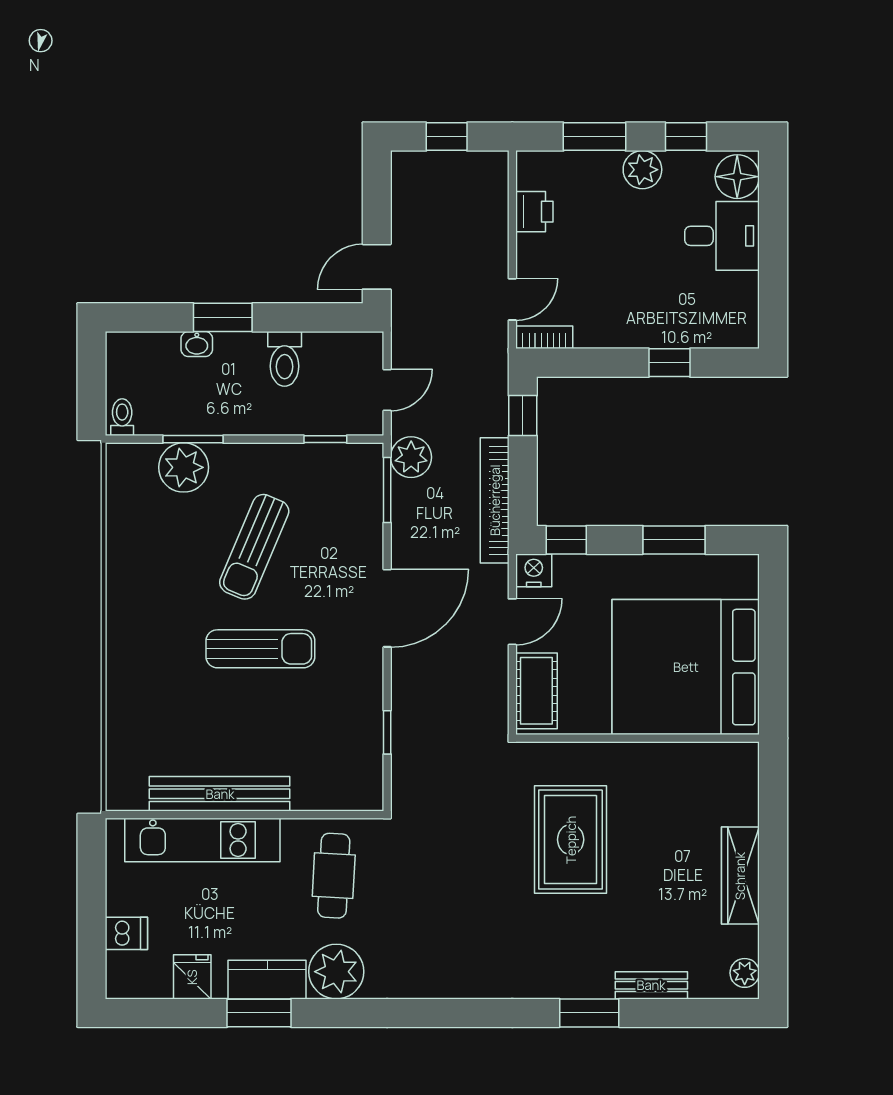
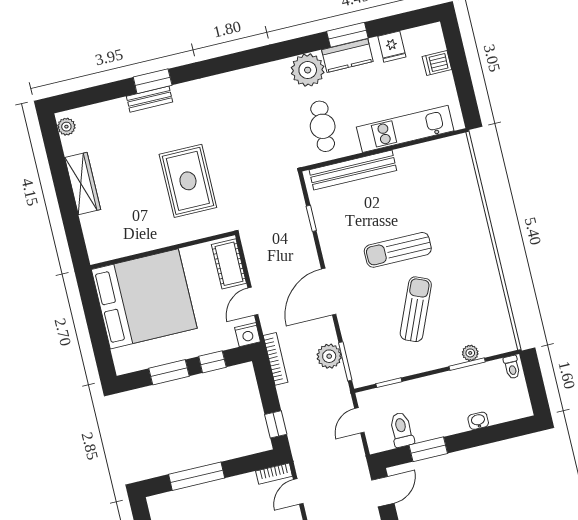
window: (223, 317) -> (428, 449), moved
toilet: (285, 359) -> (402, 430), moved
window: (669, 363) -> (197, 476), width x2.17
plant: (411, 457) -> (329, 356), moved
plant: (184, 467) -> (470, 353), width x0.53, depth x0.53
bookcase: (495, 500) -> (276, 359), width x0.68, depth x0.76
window: (566, 540) -> (212, 362), moved
bench: (220, 794) -> (353, 170), moved
bench: (651, 985) -> (150, 99), moved

